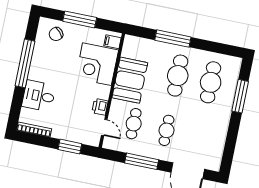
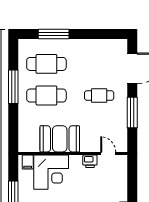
window: (173, 39) -> (13, 87), moved
cafe table: (134, 124) -> (99, 127), removed
door: (104, 128) -> (108, 153), hinge flipped
window: (70, 147) -> (132, 182), removed

